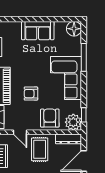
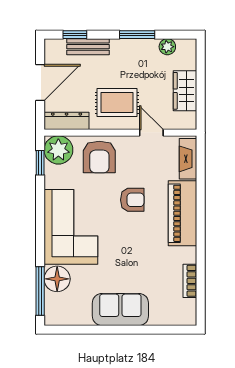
floor lamp: (74, 29) -> (57, 279), moved
window: (84, 57) -> (40, 291), moved
rug: (40, 149) -> (117, 103), turned 90

